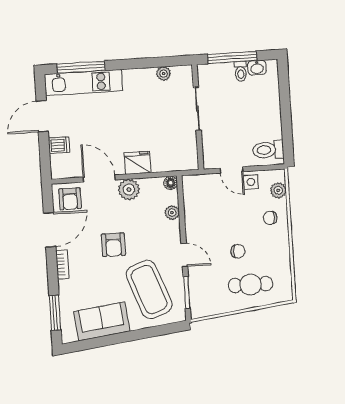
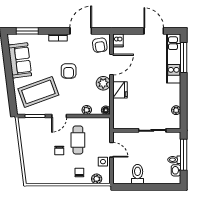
dishwasher: (59, 145) -> (118, 40), moved
toilet: (268, 150) -> (138, 174), moved
door: (232, 170) -> (112, 150), swing flipped
armchair: (70, 199) -> (100, 45), turned -99
door: (50, 230) -> (81, 31), swing flipped
armchair: (113, 245) -> (69, 71), turned -90
cafe table: (250, 285) -> (78, 140), moved

